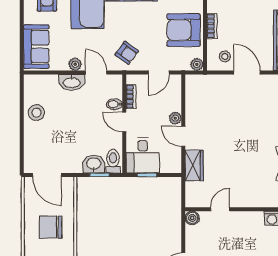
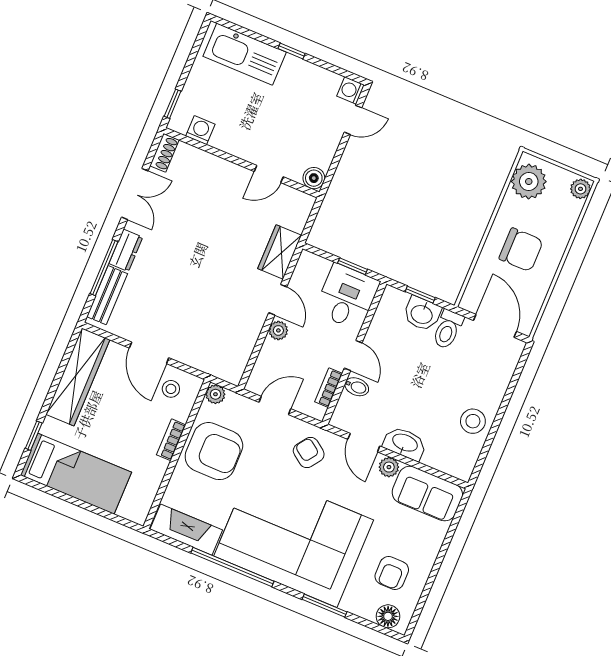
sofa: (36, 47) -> (427, 493), moved, turned -90
toilet: (113, 161) -> (448, 329), moved

